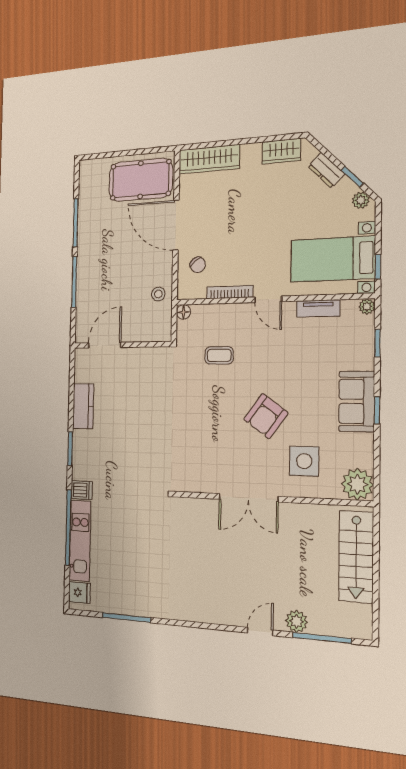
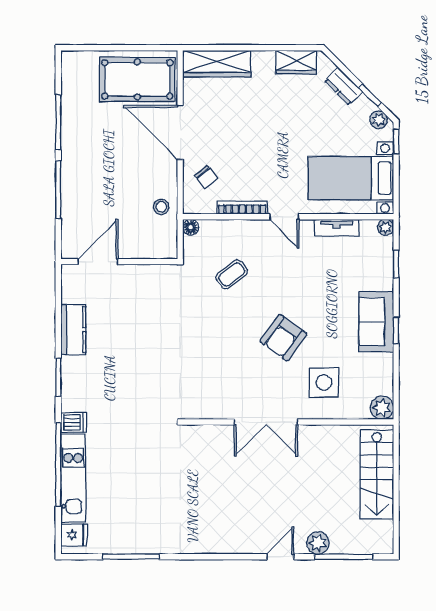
window: (378, 267) -> (396, 141), moved
coffee table: (219, 355) -> (232, 274), turned -37
plant: (357, 484) -> (382, 408), width x0.73, depth x0.73

